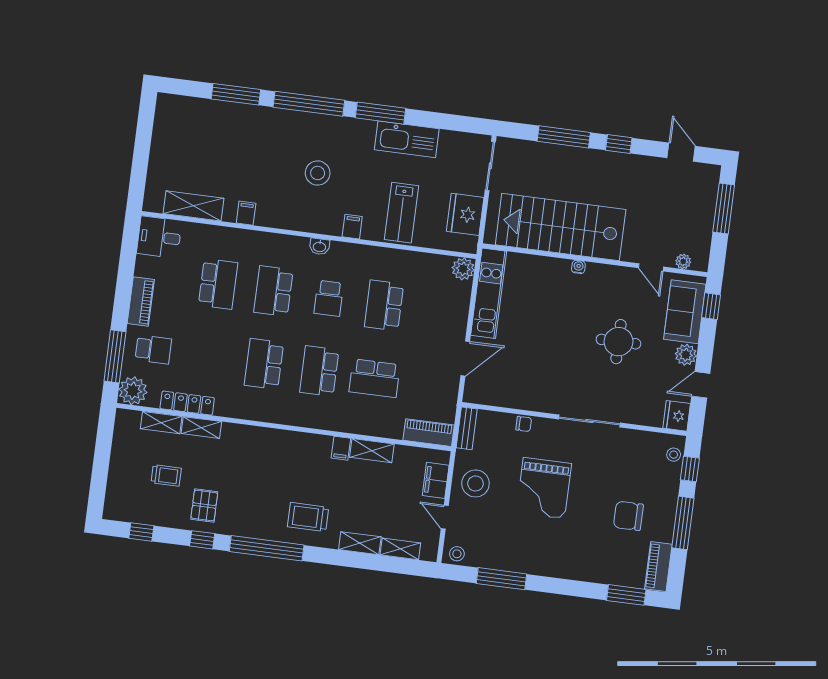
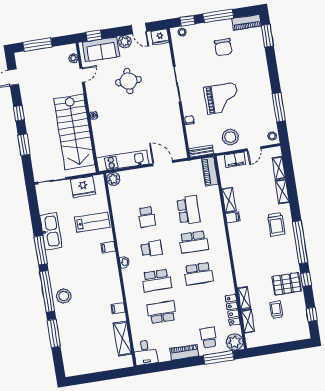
window: (564, 137) -> (24, 145), width x0.69
stool: (318, 173) -> (64, 296), moved
school desk: (384, 305) -> (147, 217), width x0.54
pallet: (204, 505) -> (287, 284), width x1.50, depth x1.42

